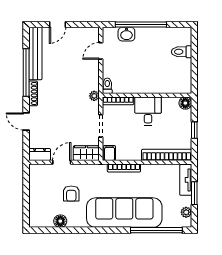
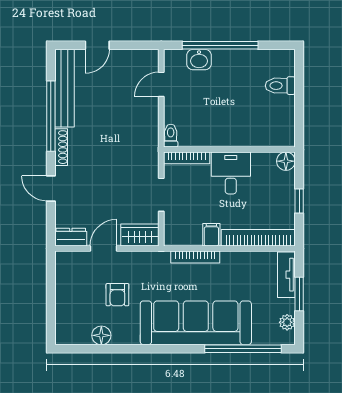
plant: (94, 96) -> (151, 151), removed
filing cabinet: (110, 153) -> (211, 235), moved

